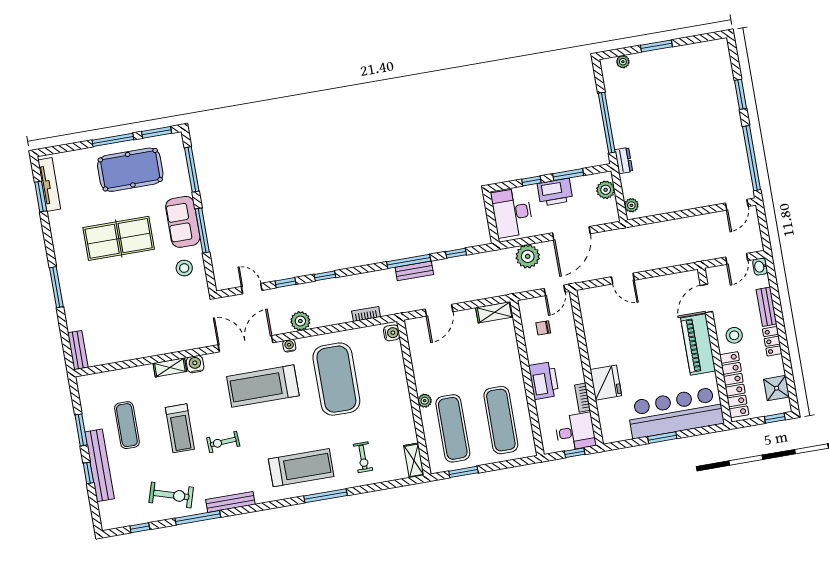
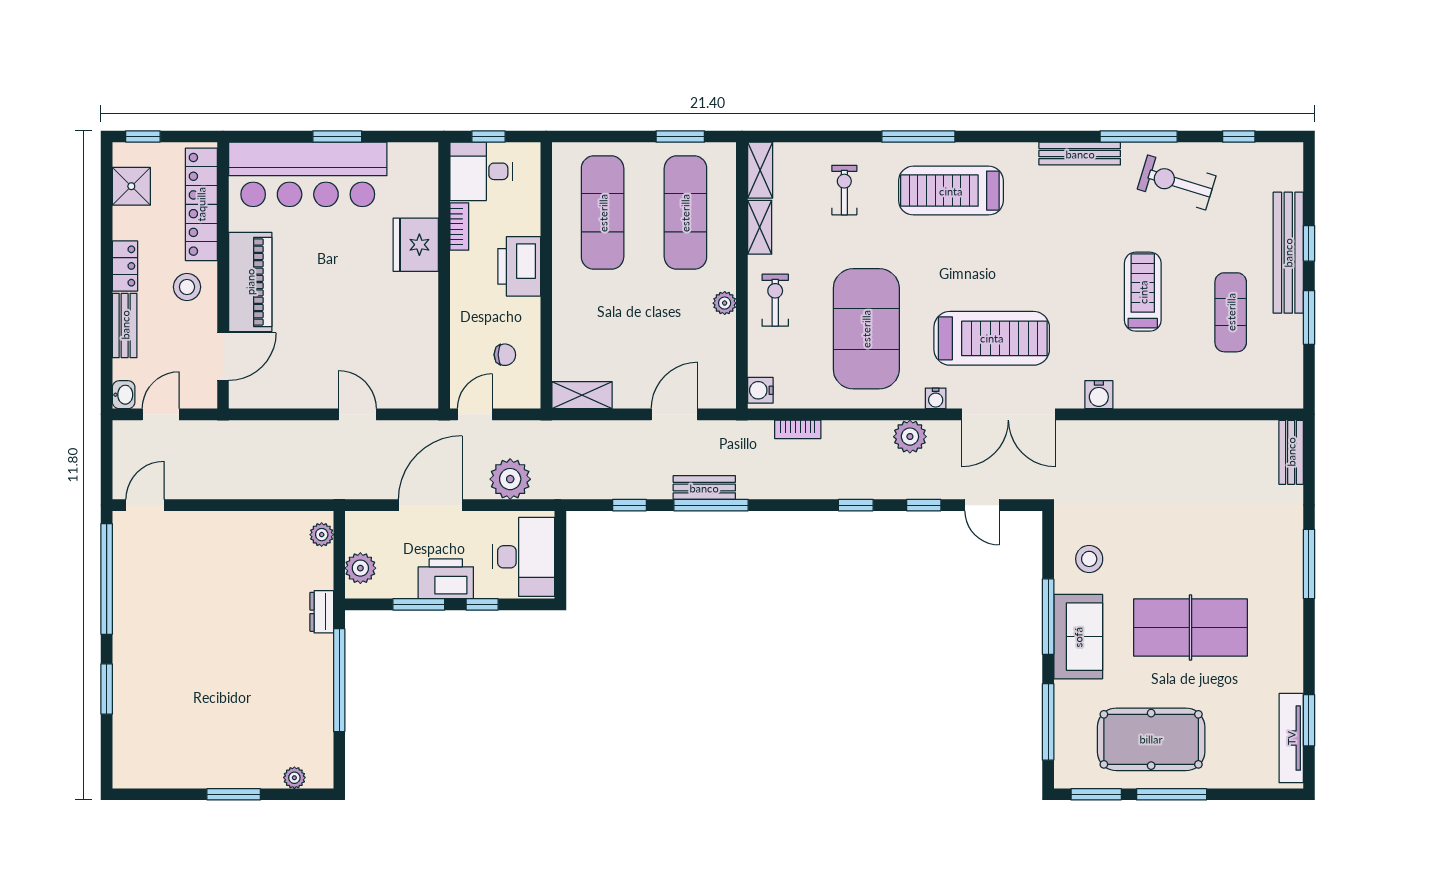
shelving: (170, 367) -> (760, 227), moved, turned 90
plant: (425, 401) -> (725, 303), moved
exercise bike: (223, 442) -> (775, 300), moved, turned -87

